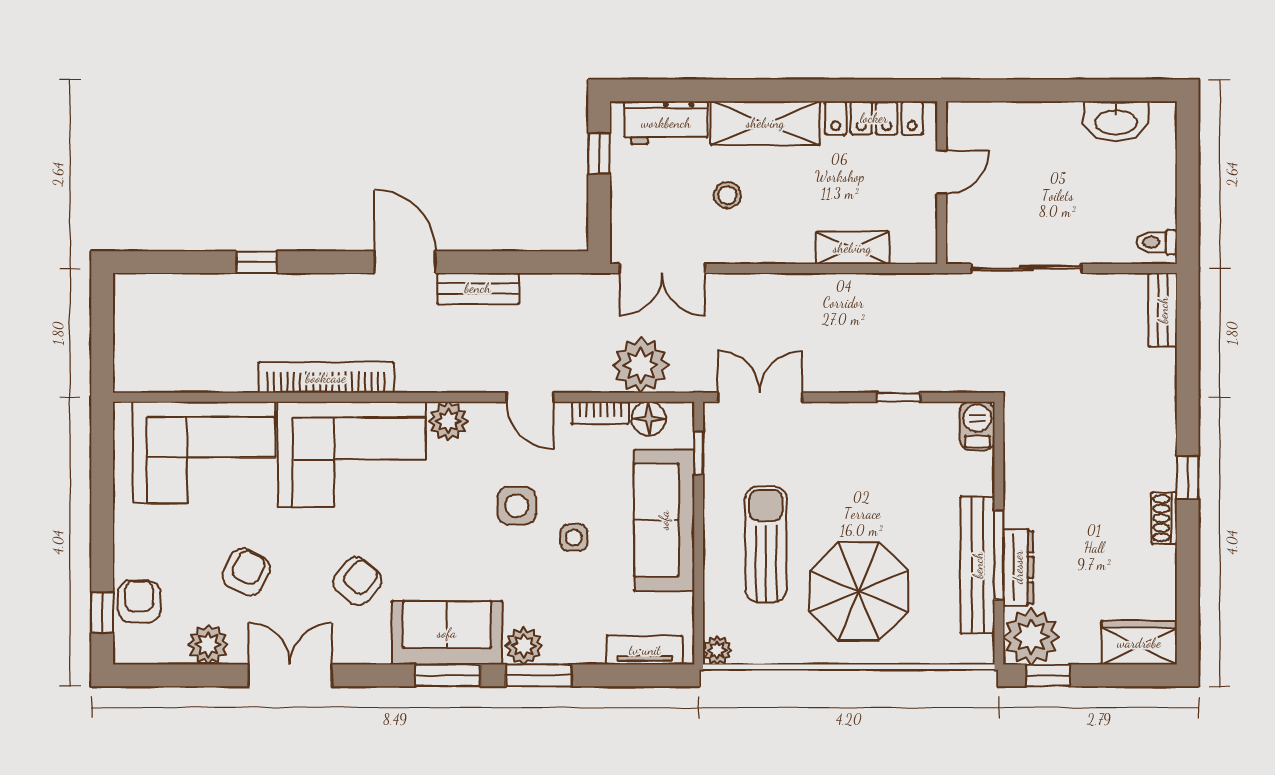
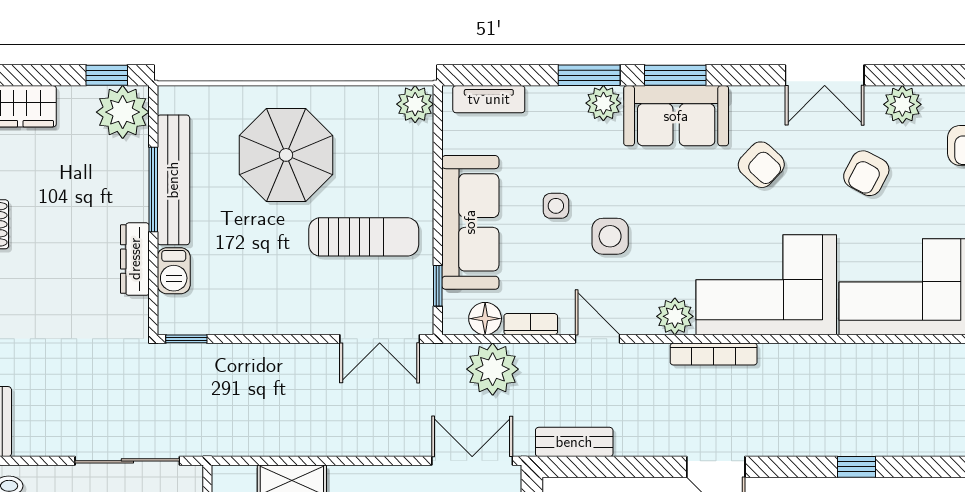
bench: (478, 288) -> (574, 442), moved
bookcase: (326, 378) -> (714, 354), moved, width x0.68, depth x0.76
window: (899, 397) -> (186, 339), moved
barbecue: (977, 426) -> (174, 271), moved
sun lounger: (766, 544) -> (364, 237), moved, turned -90
dresser: (1018, 567) -> (135, 259), moved
armchair: (357, 581) -> (761, 165), turned -87
plant: (717, 650) -> (415, 104), width x1.38, depth x1.38

